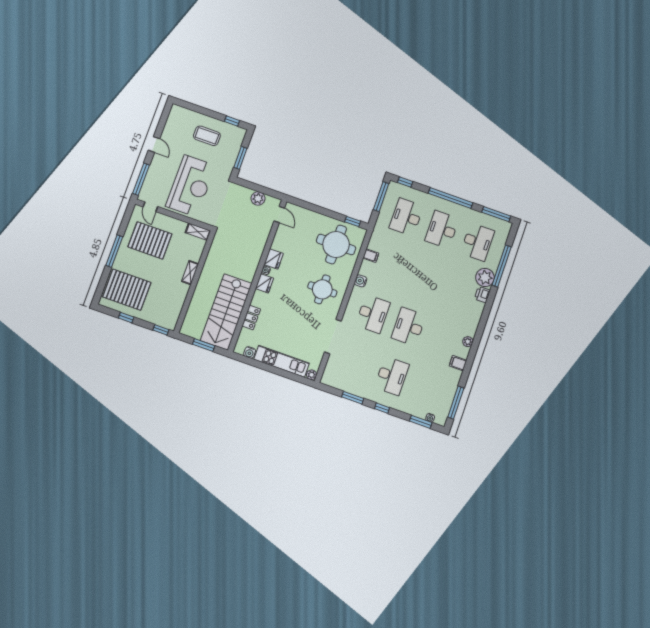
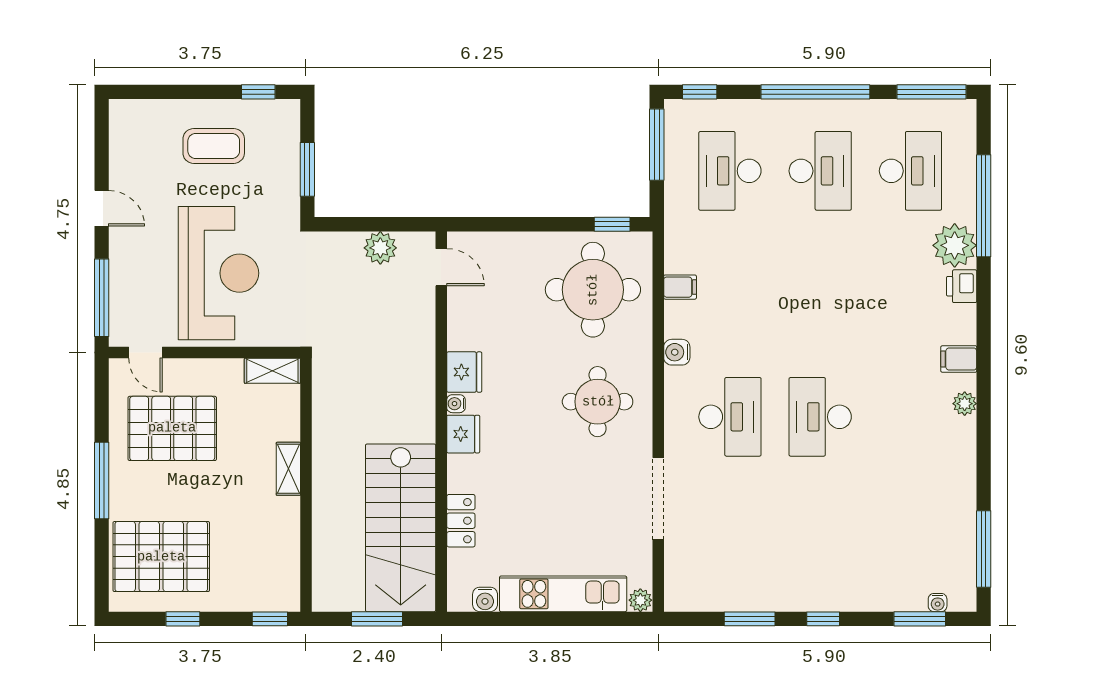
desk: (442, 230) -> (820, 171), turned 180
filing cabinet: (458, 363) -> (959, 359), moved
desk: (392, 376) -> (820, 540), removed

